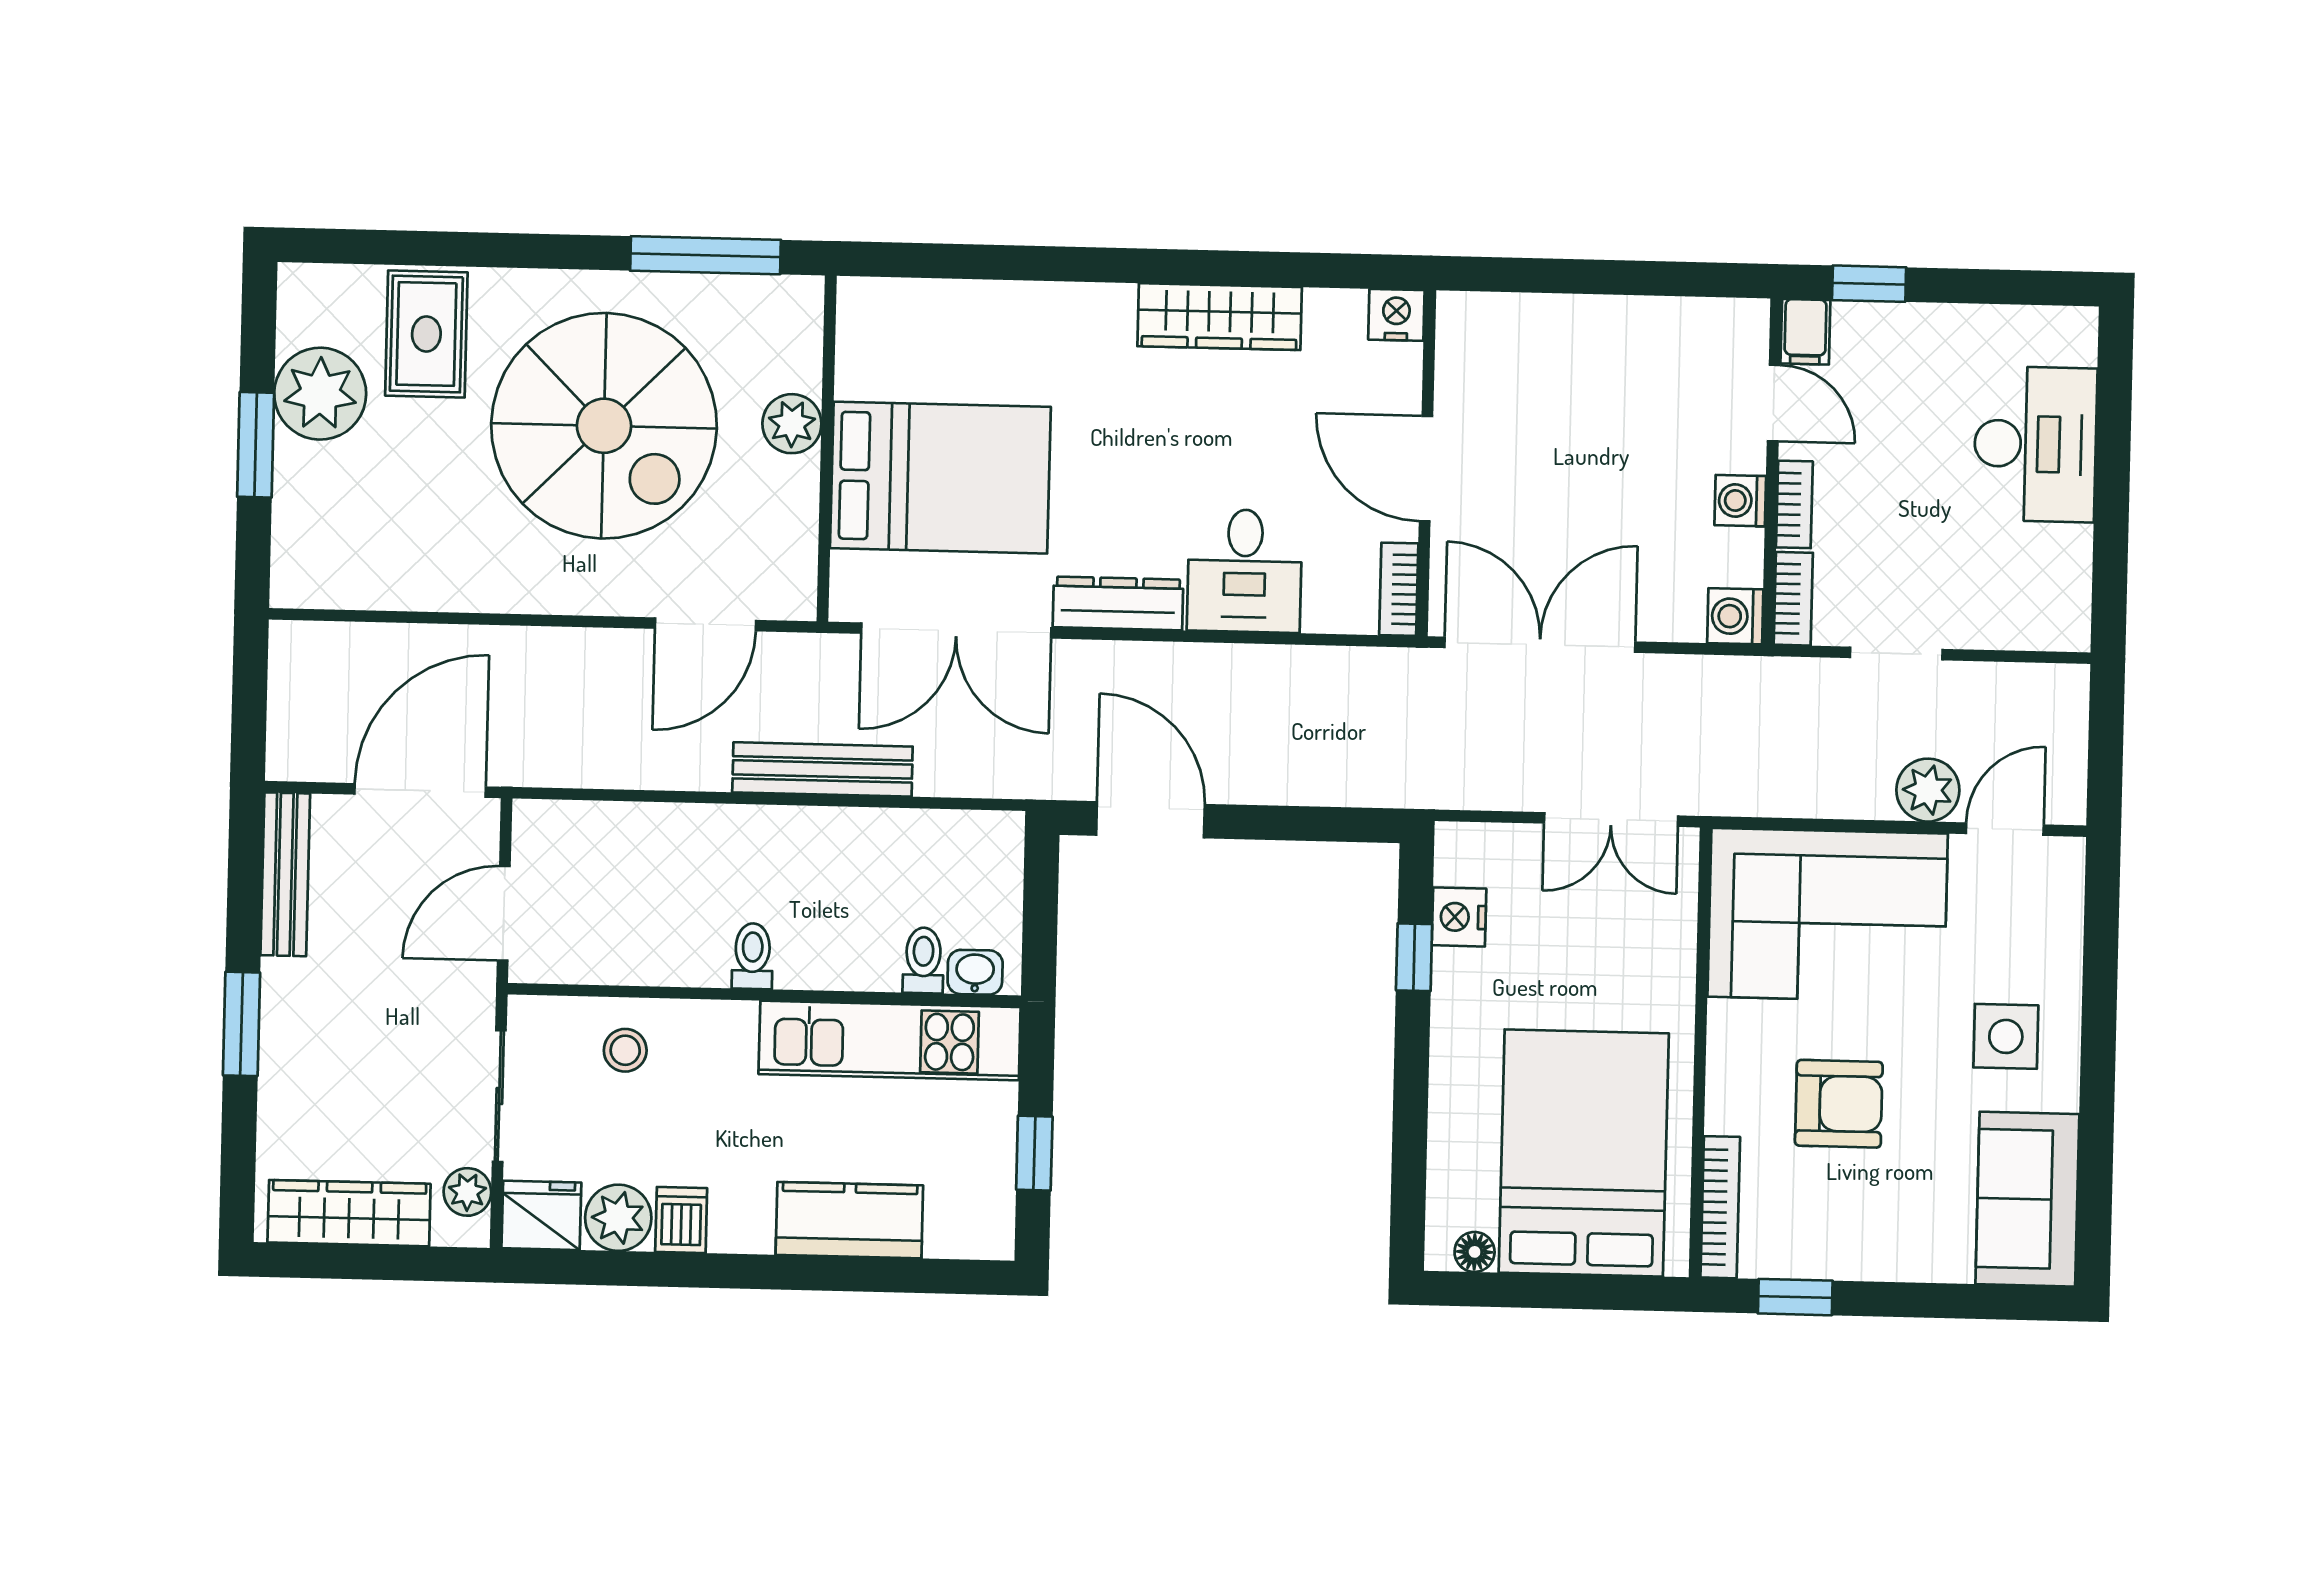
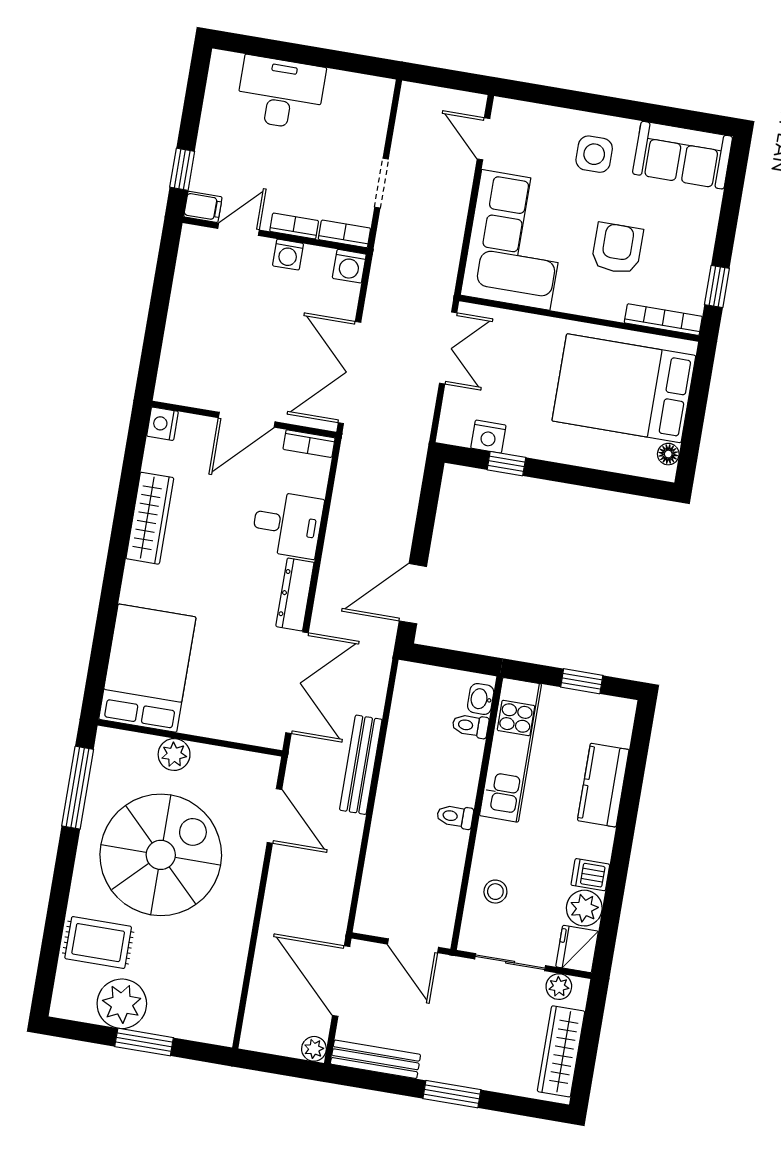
bed: (940, 478) -> (147, 668), moved
plant: (1928, 790) -> (314, 1049), moved, width x0.73, depth x0.73

